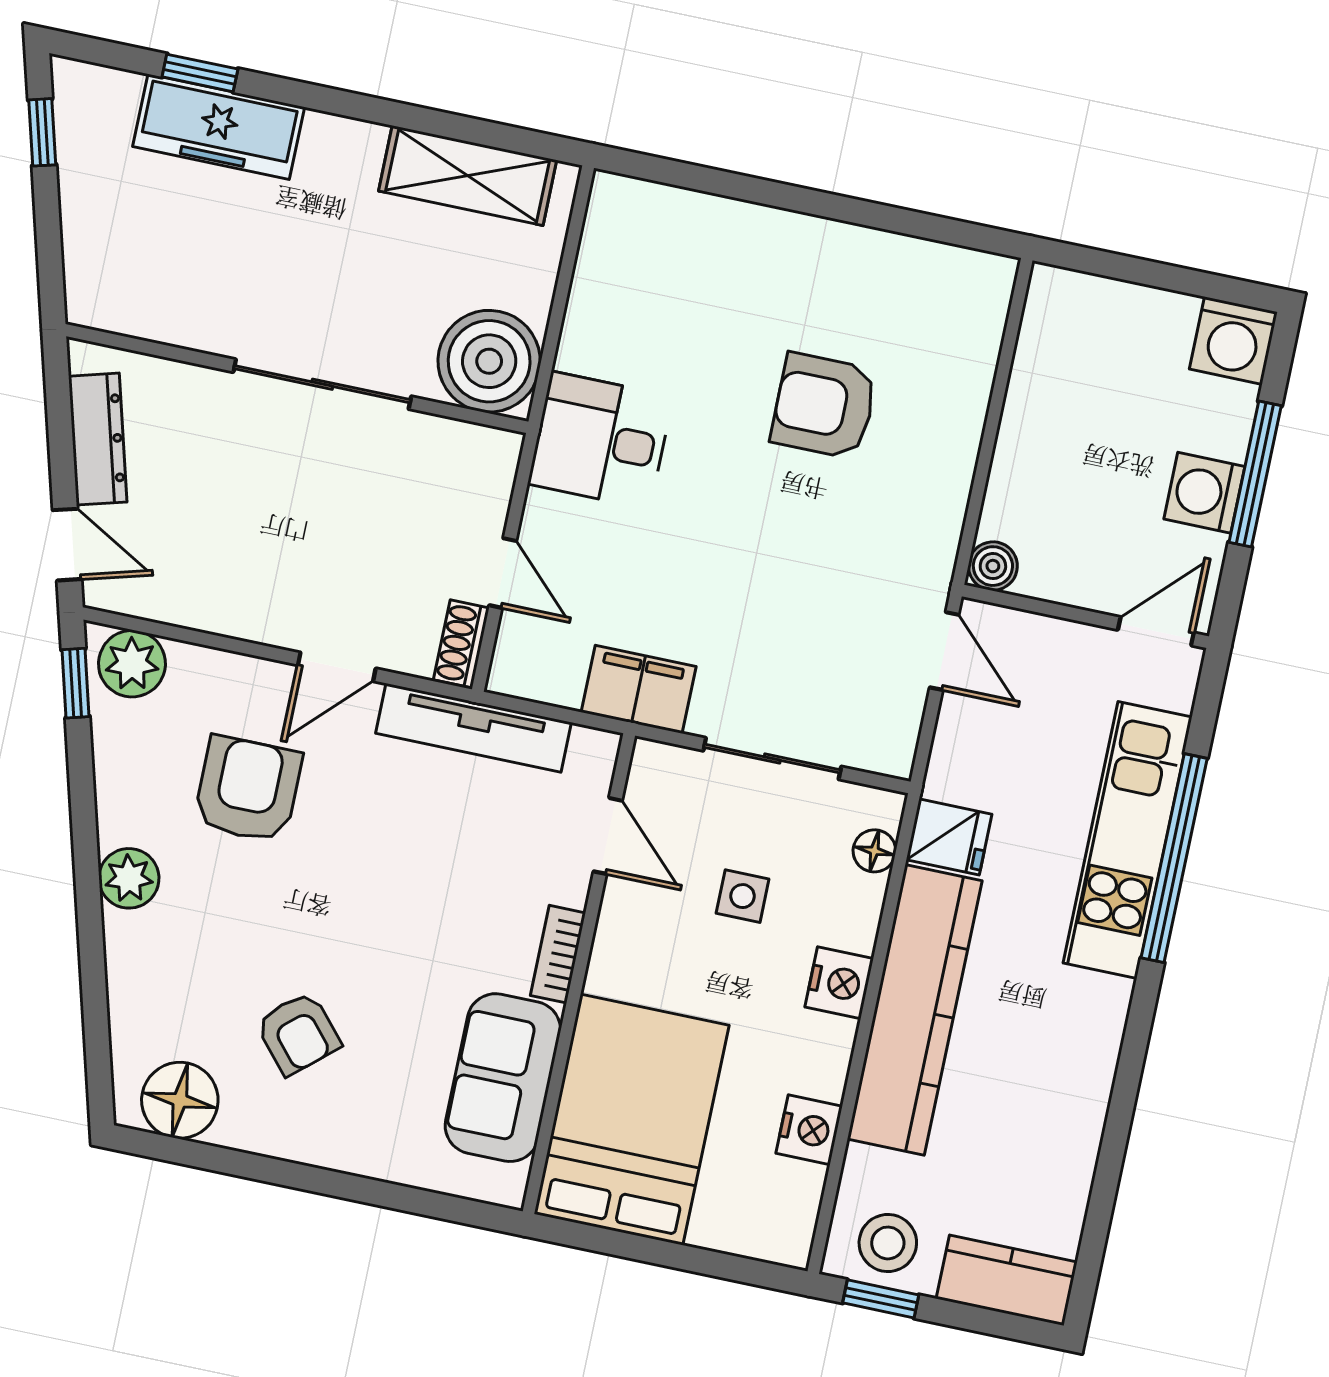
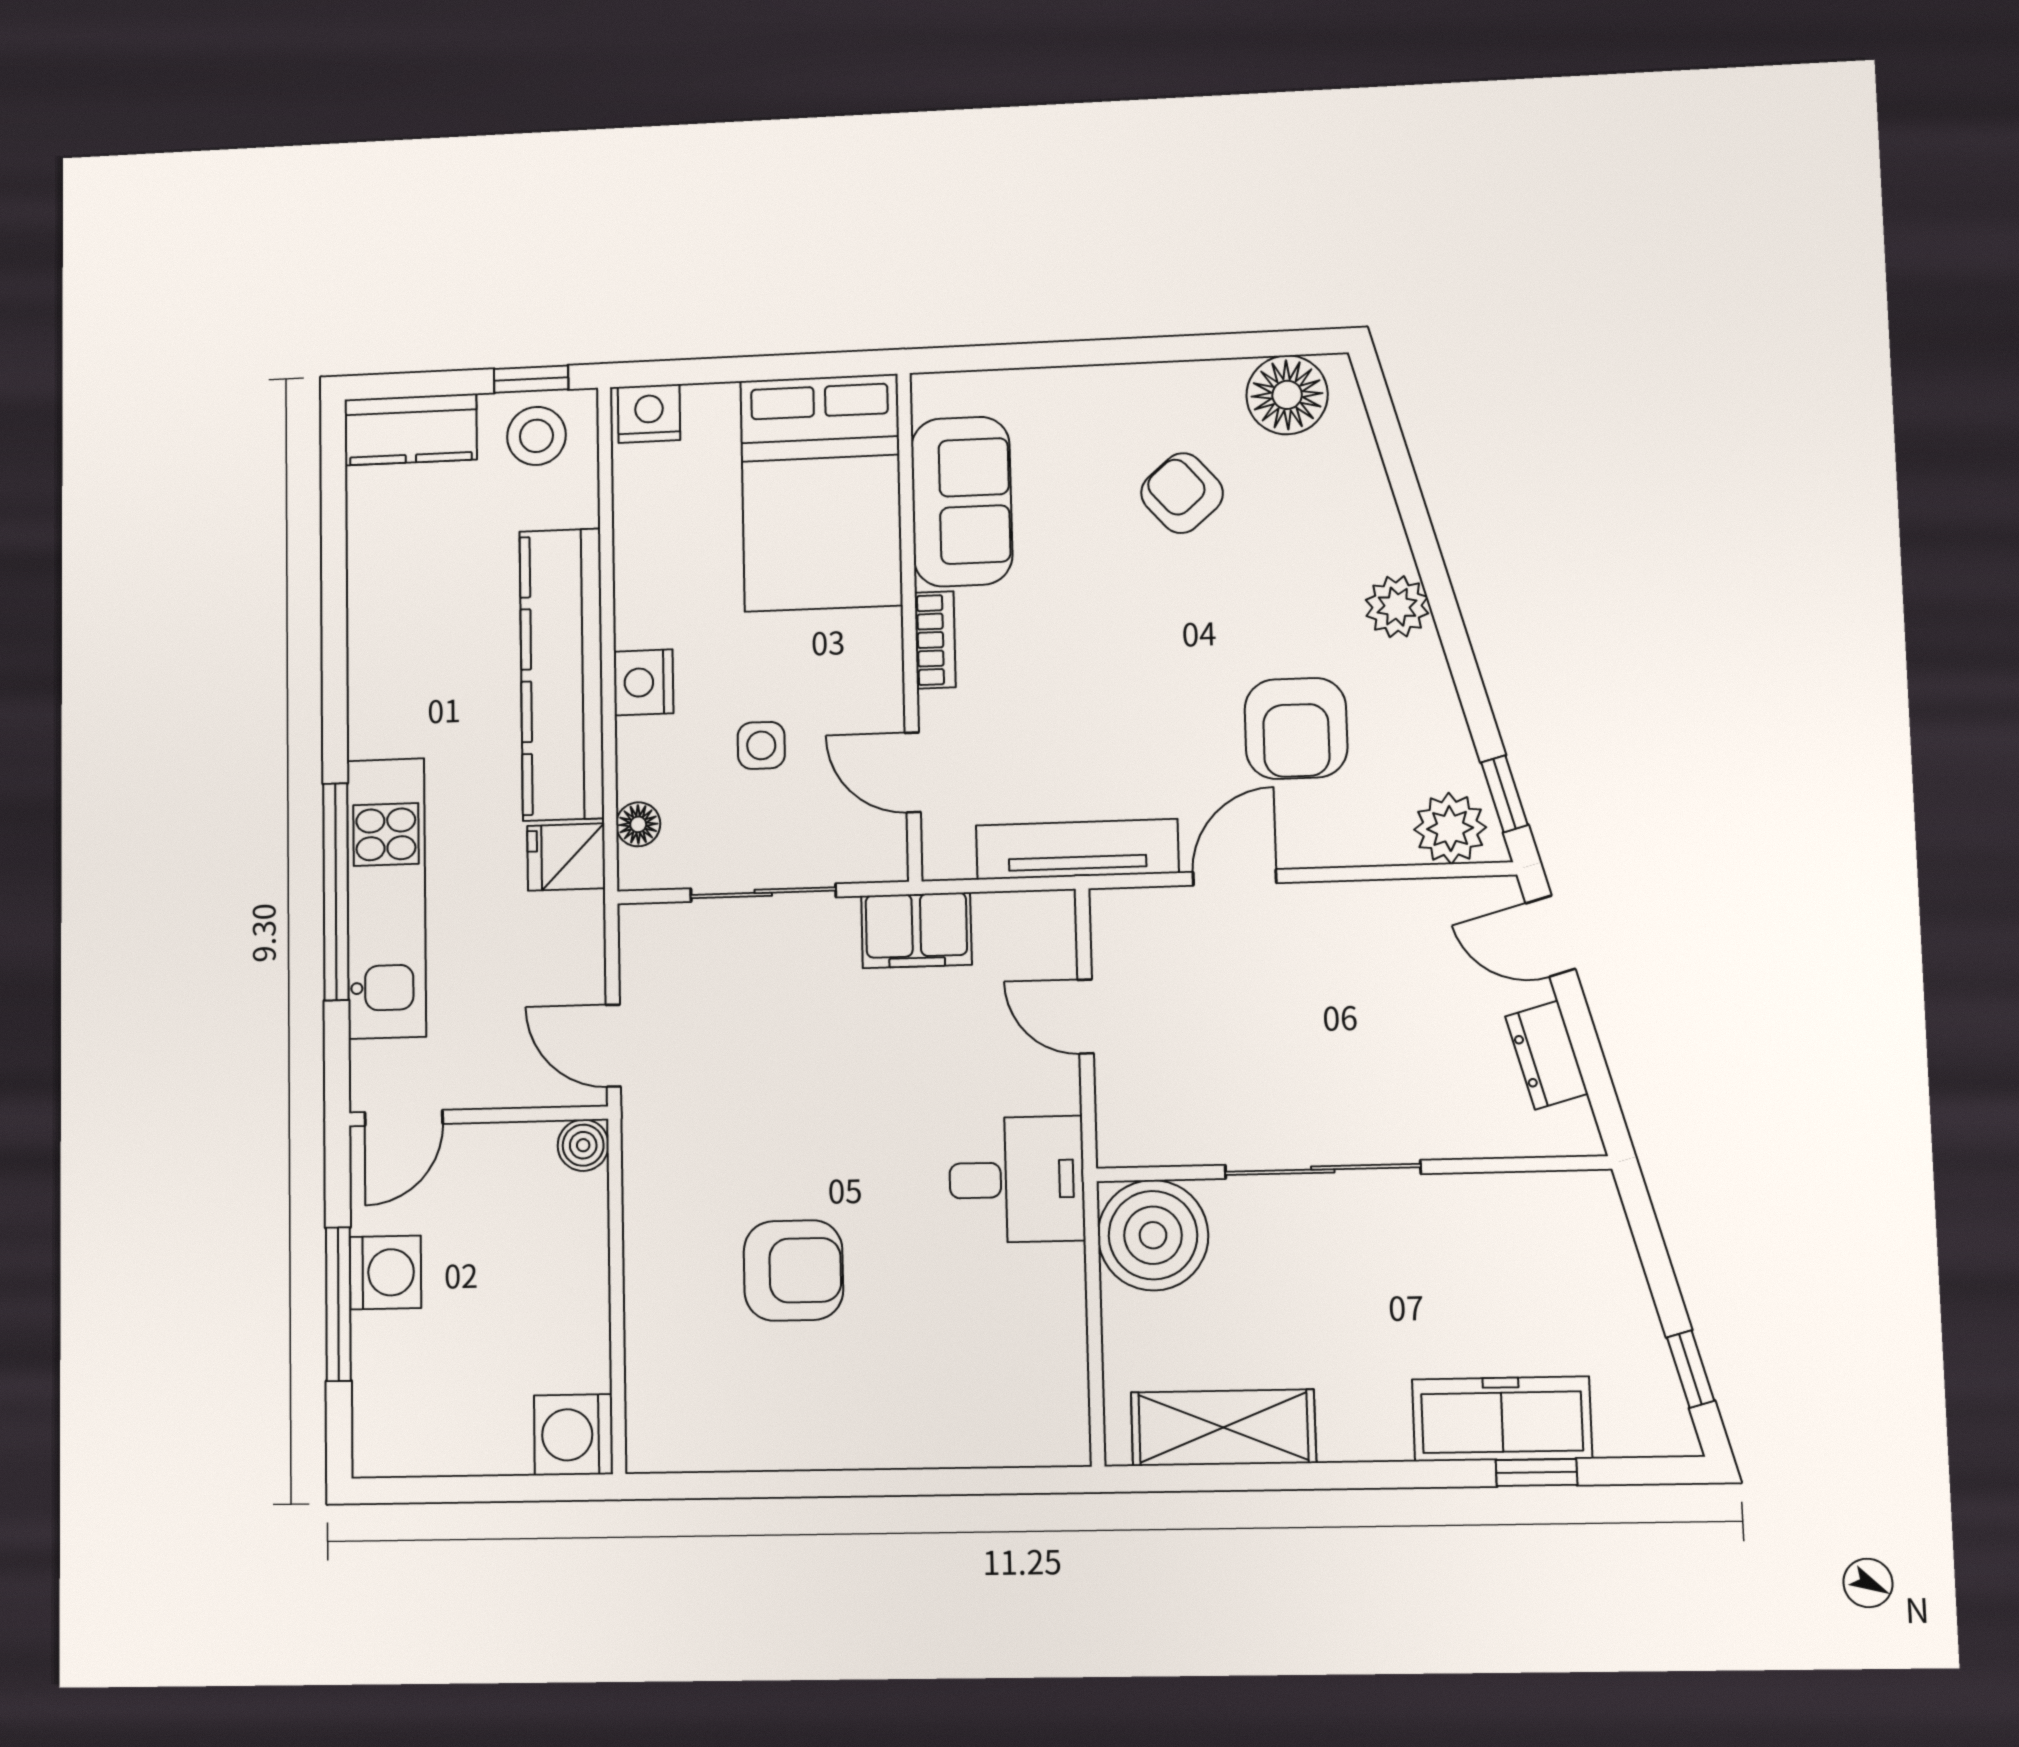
washing machine: (1233, 341) -> (573, 1435), moved, turned -90
dresser: (98, 439) -> (1547, 1055), width x0.70
shoe rack: (461, 644) -> (1111, 933), removed
nightstand: (809, 1130) -> (649, 413), moved, turned 90

